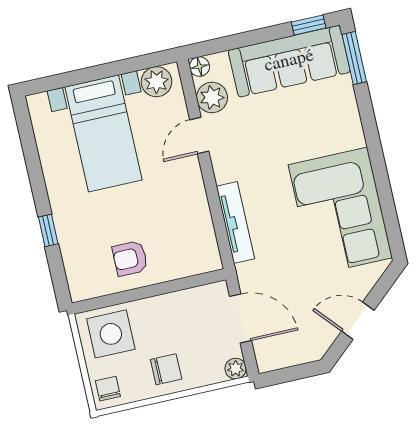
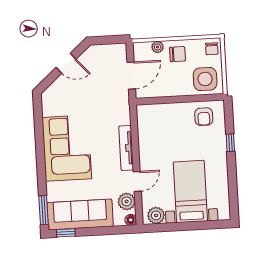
corner sofa: (340, 211) -> (67, 148), moved
tv unit: (235, 223) -> (126, 148), moved
armchair: (130, 258) -> (204, 117), moved, turned 90
door: (240, 318) -> (131, 76), swing flipped
chair: (166, 369) -> (178, 54), turned 180
plant: (236, 369) -> (158, 47), moved

